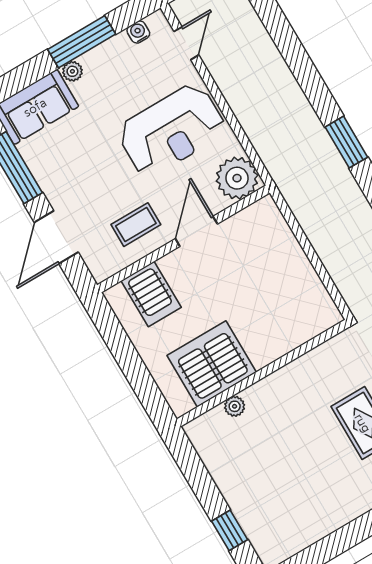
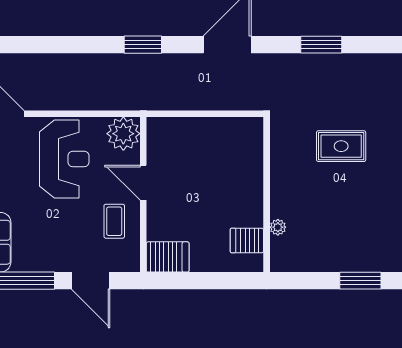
server rack: (151, 294) -> (168, 257), moved
server rack: (212, 364) -> (247, 240), width x0.46, depth x0.70
window: (230, 530) -> (360, 281), width x1.50

